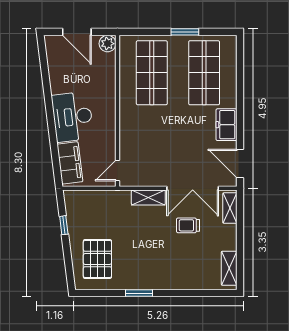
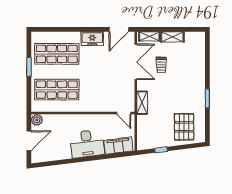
shelving: (148, 197) -> (142, 103), moved
pallet: (97, 259) -> (184, 127), turned 90
shelving: (229, 268) -> (172, 37), moved

